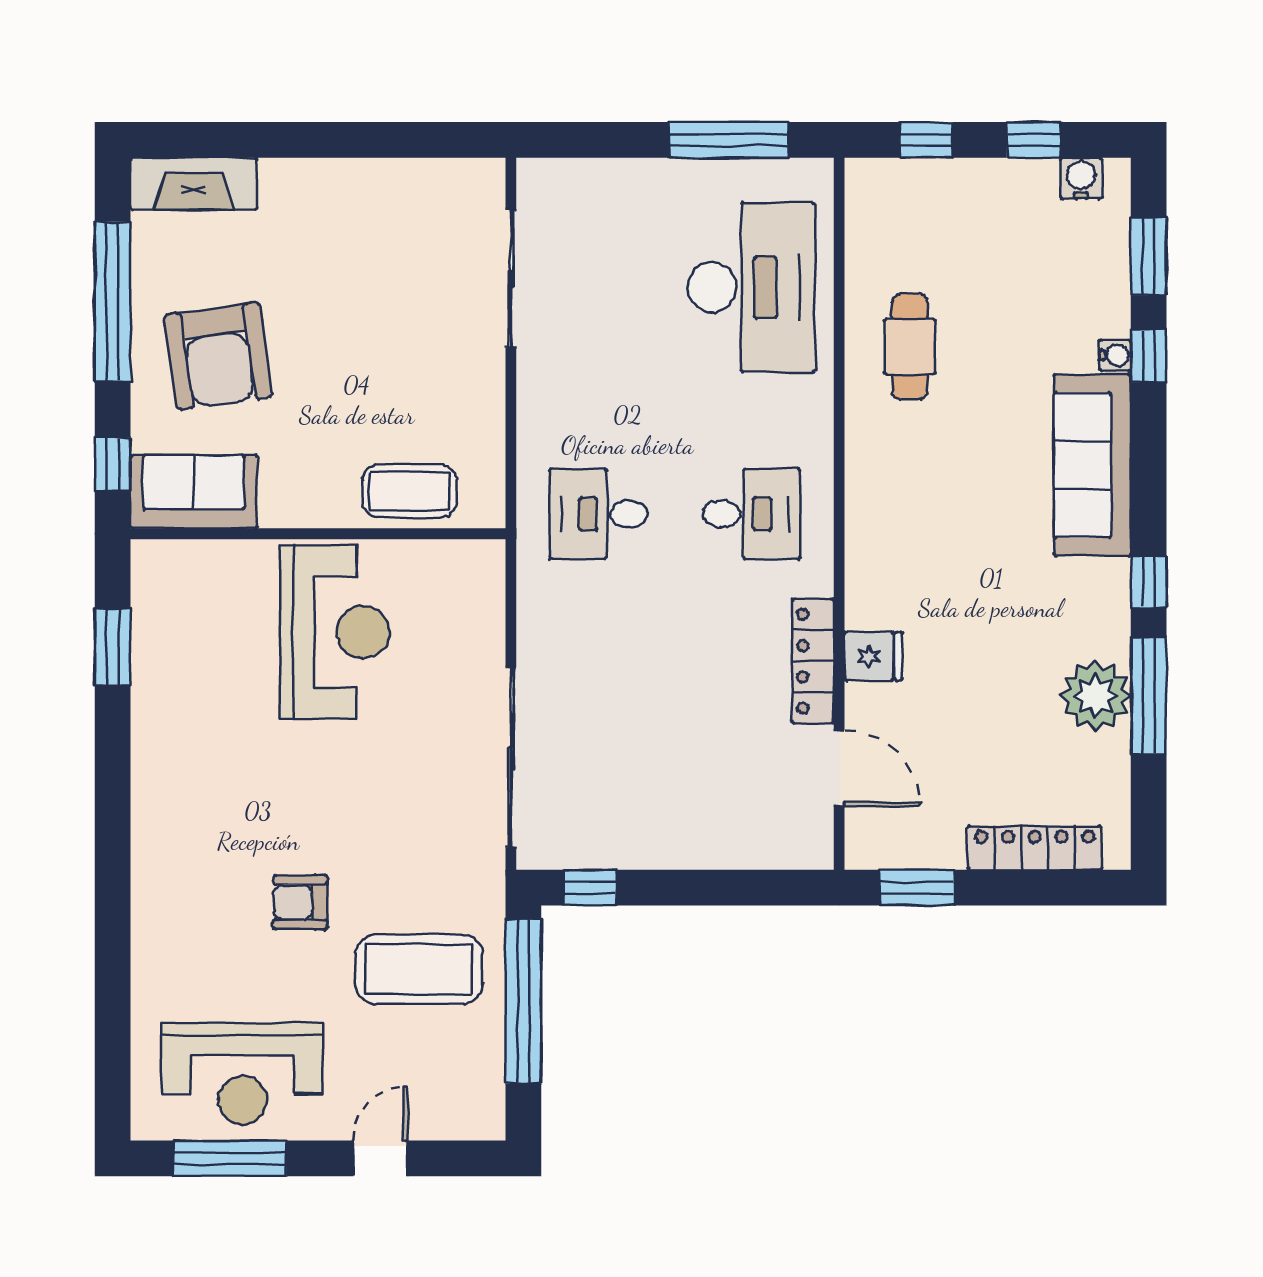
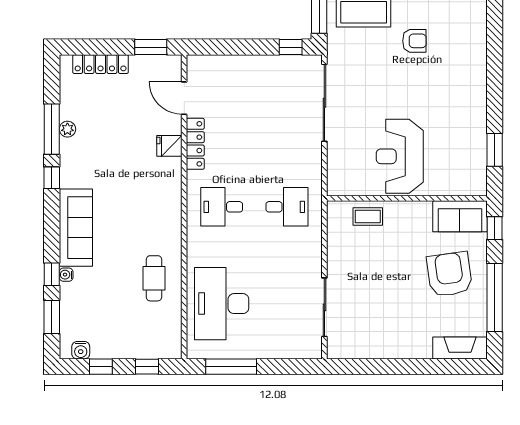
coffee table: (410, 491) -> (368, 217), width x0.73, depth x0.77
plant: (1096, 696) -> (67, 129), width x0.53, depth x0.53

